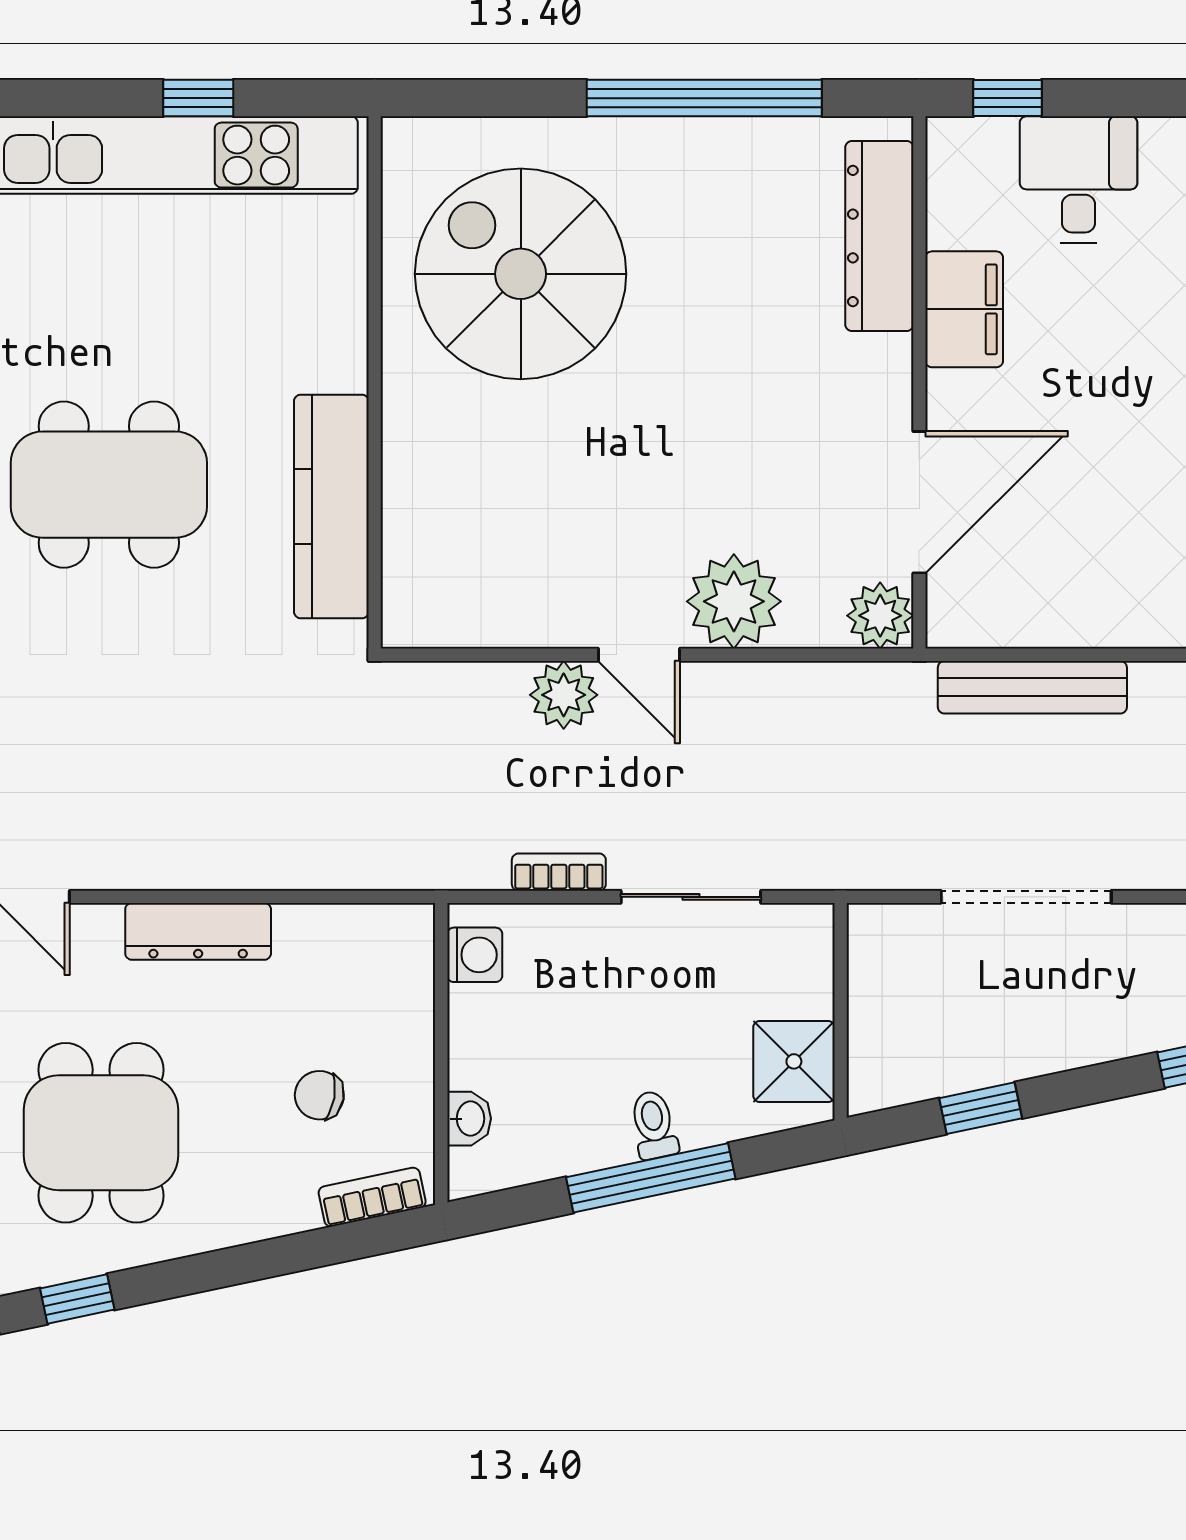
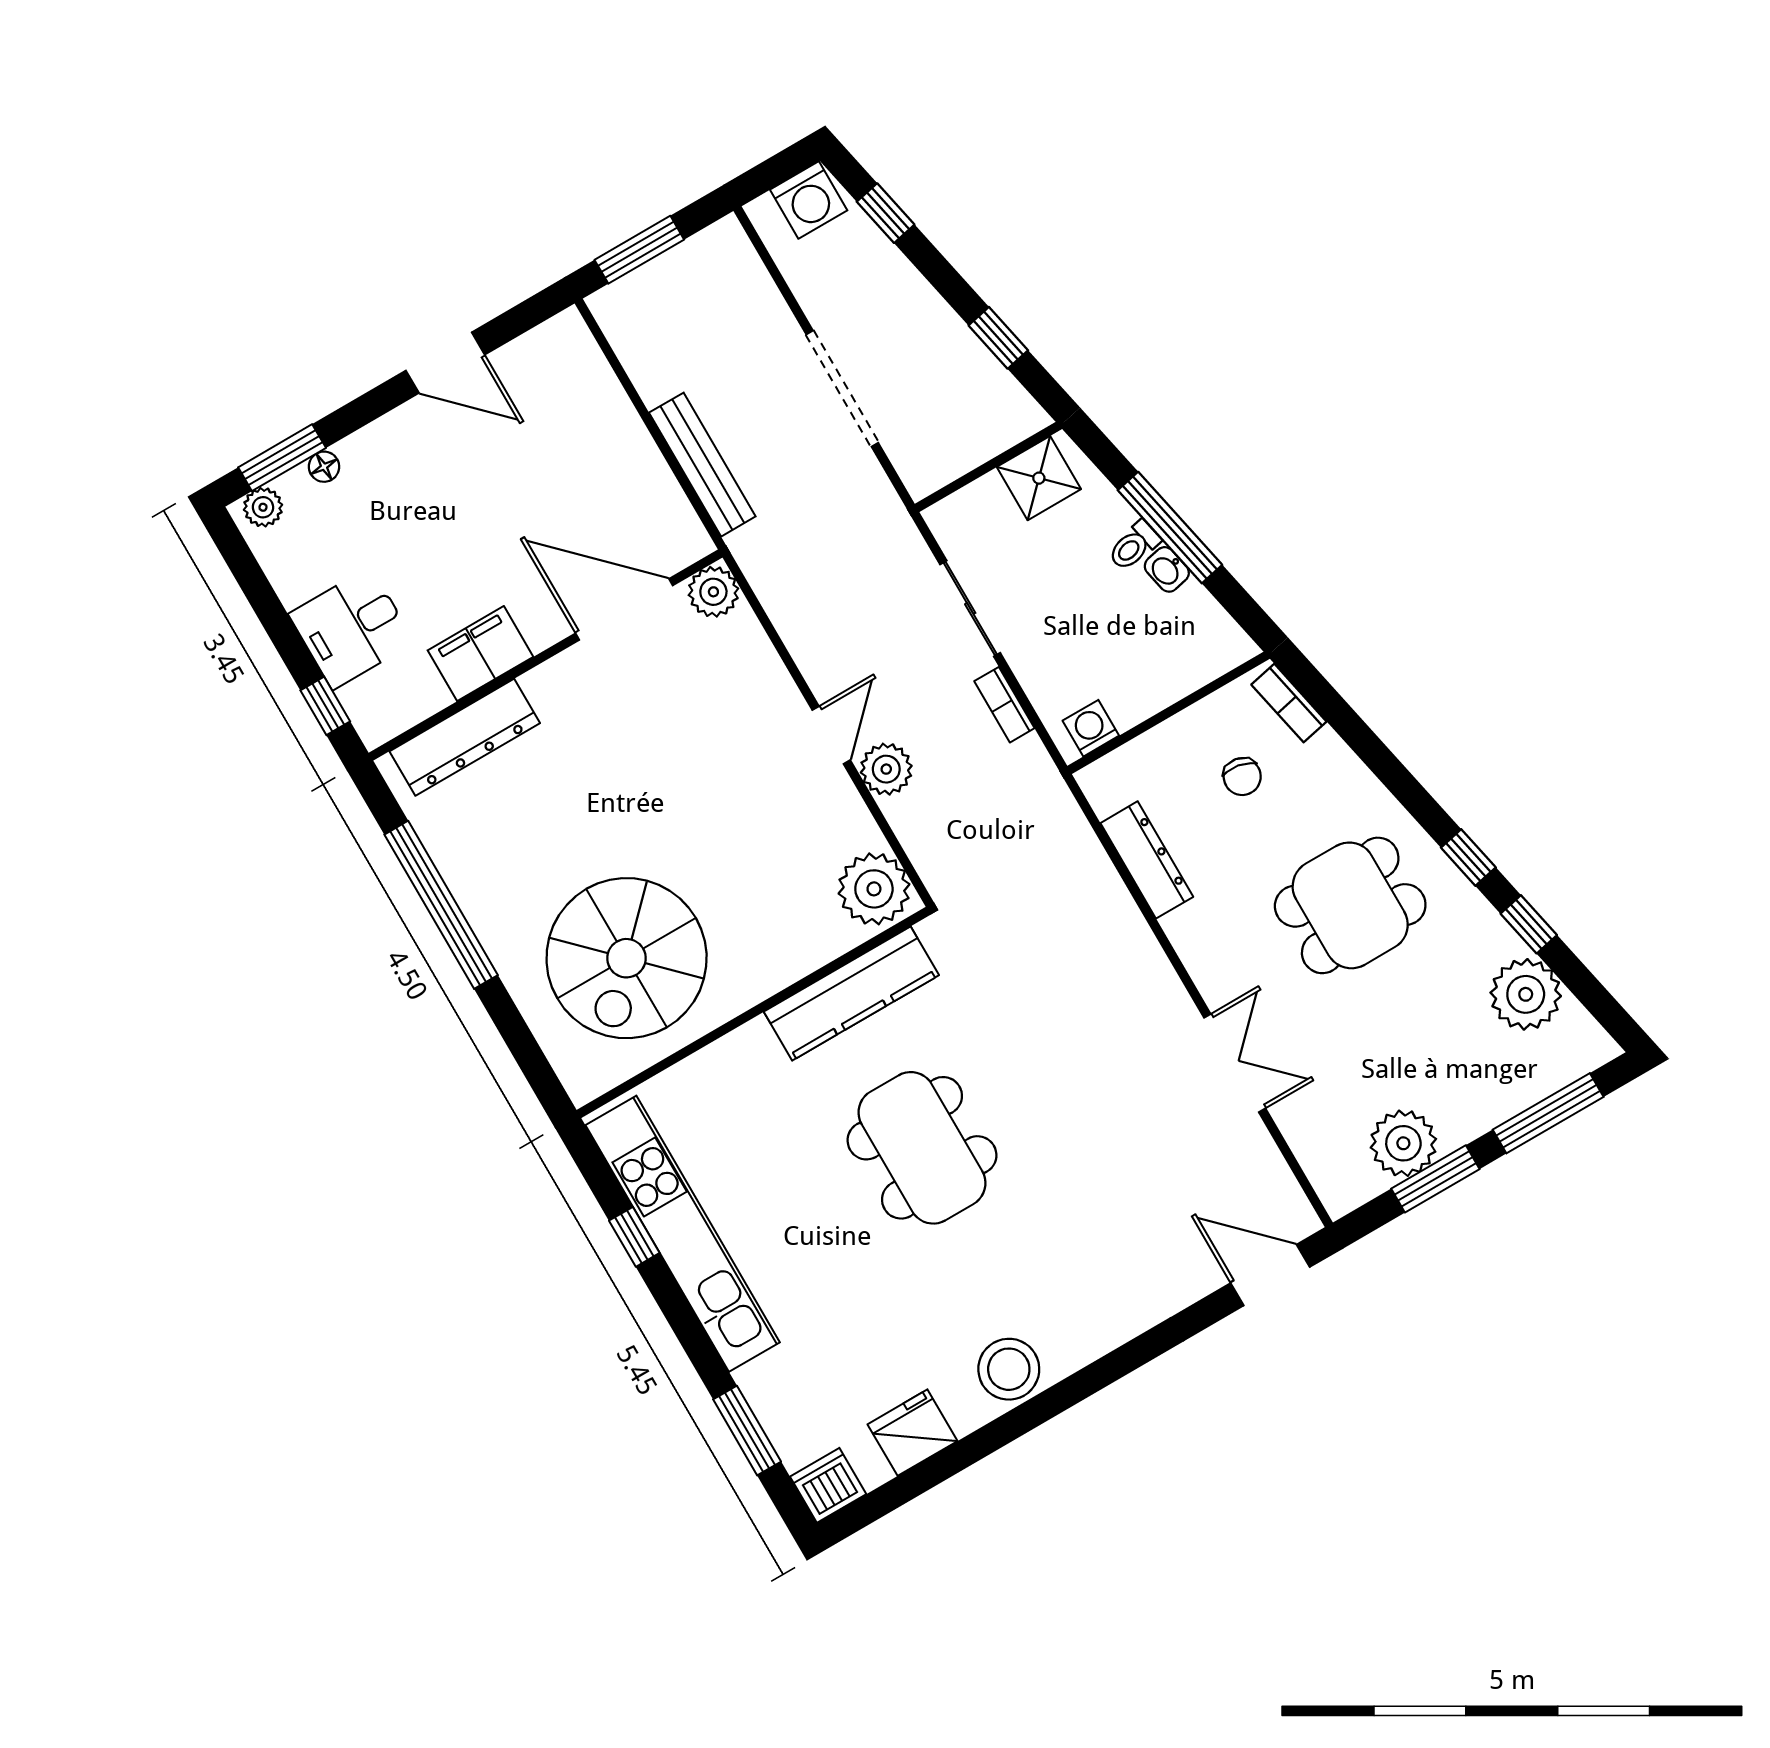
plant: (734, 601) -> (874, 889), moved
dresser: (198, 931) -> (1147, 860), moved
washbasin: (469, 1119) -> (1167, 569), moved, turned -102

